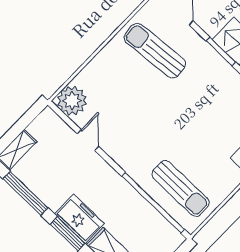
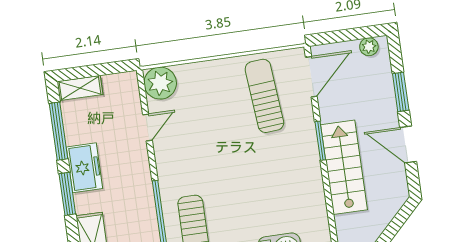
freezer: (79, 219) -> (84, 168), moved

